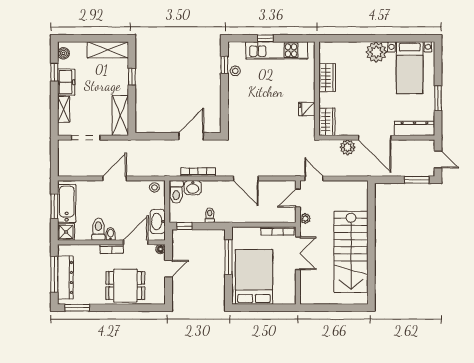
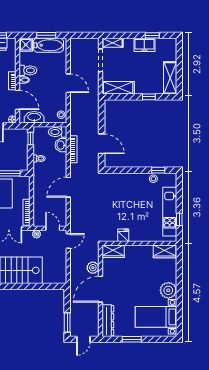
window: (265, 38) -> (179, 219), moved
boiler: (63, 53) -> (167, 43), removed
wardrobe: (327, 78) -> (165, 251), moved
shelving: (64, 109) -> (113, 43), moved

